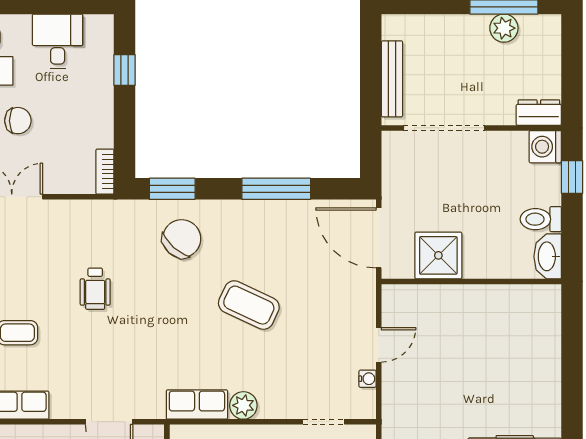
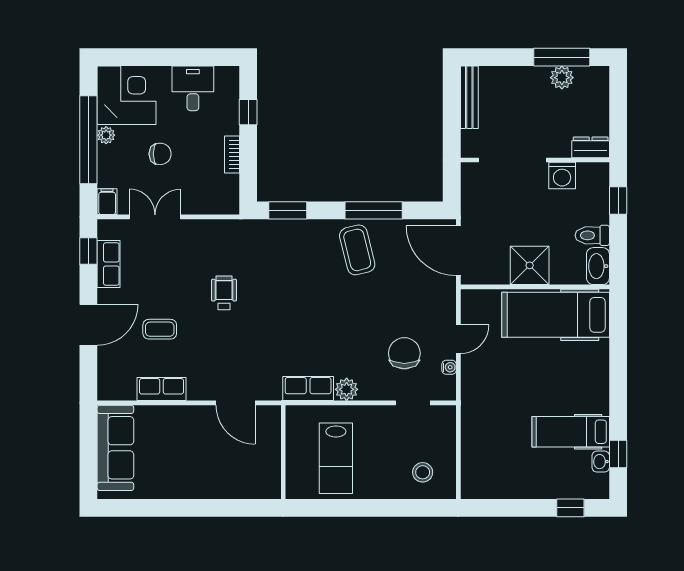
bench: (392, 79) -> (469, 97), moved
washing machine: (545, 147) -> (562, 175), moved, turned -90
bookcase: (105, 172) -> (232, 155), moved
chair: (182, 239) -> (404, 353), moved, turned -42
shower: (438, 255) -> (530, 265), moved
wheelchair: (95, 289) -> (224, 293), turned 180
coffee table: (249, 305) -> (357, 250), moved, turned 51
hospital bed: (496, 315) -> (556, 315), added

